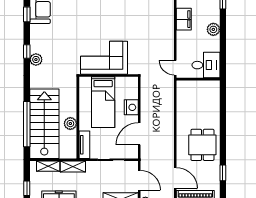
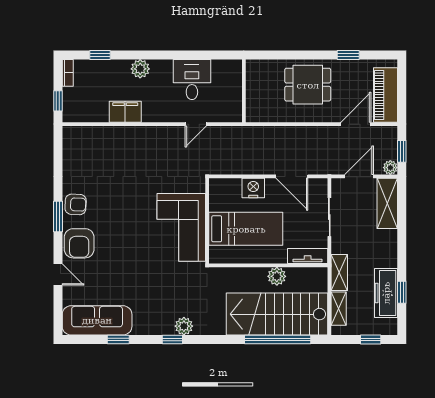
wall: (198, 79) -> (244, 91), moved

